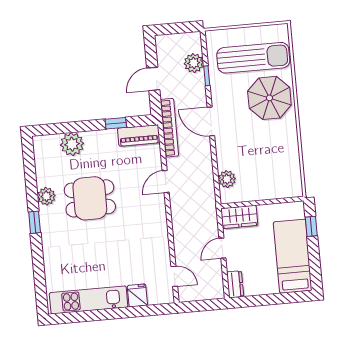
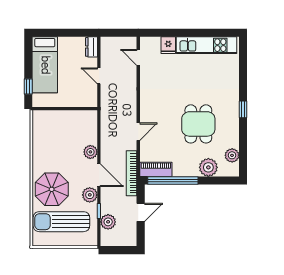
plant: (220, 95) -> (90, 195), added
window: (116, 123) -> (173, 181), width x3.17
plant: (227, 179) -> (90, 152), moved
plant: (46, 196) -> (232, 155), moved
dining table: (90, 198) -> (198, 124), turned 90
wardrobe: (239, 217) -> (83, 99), removed
door: (222, 248) -> (99, 76), swing flipped

